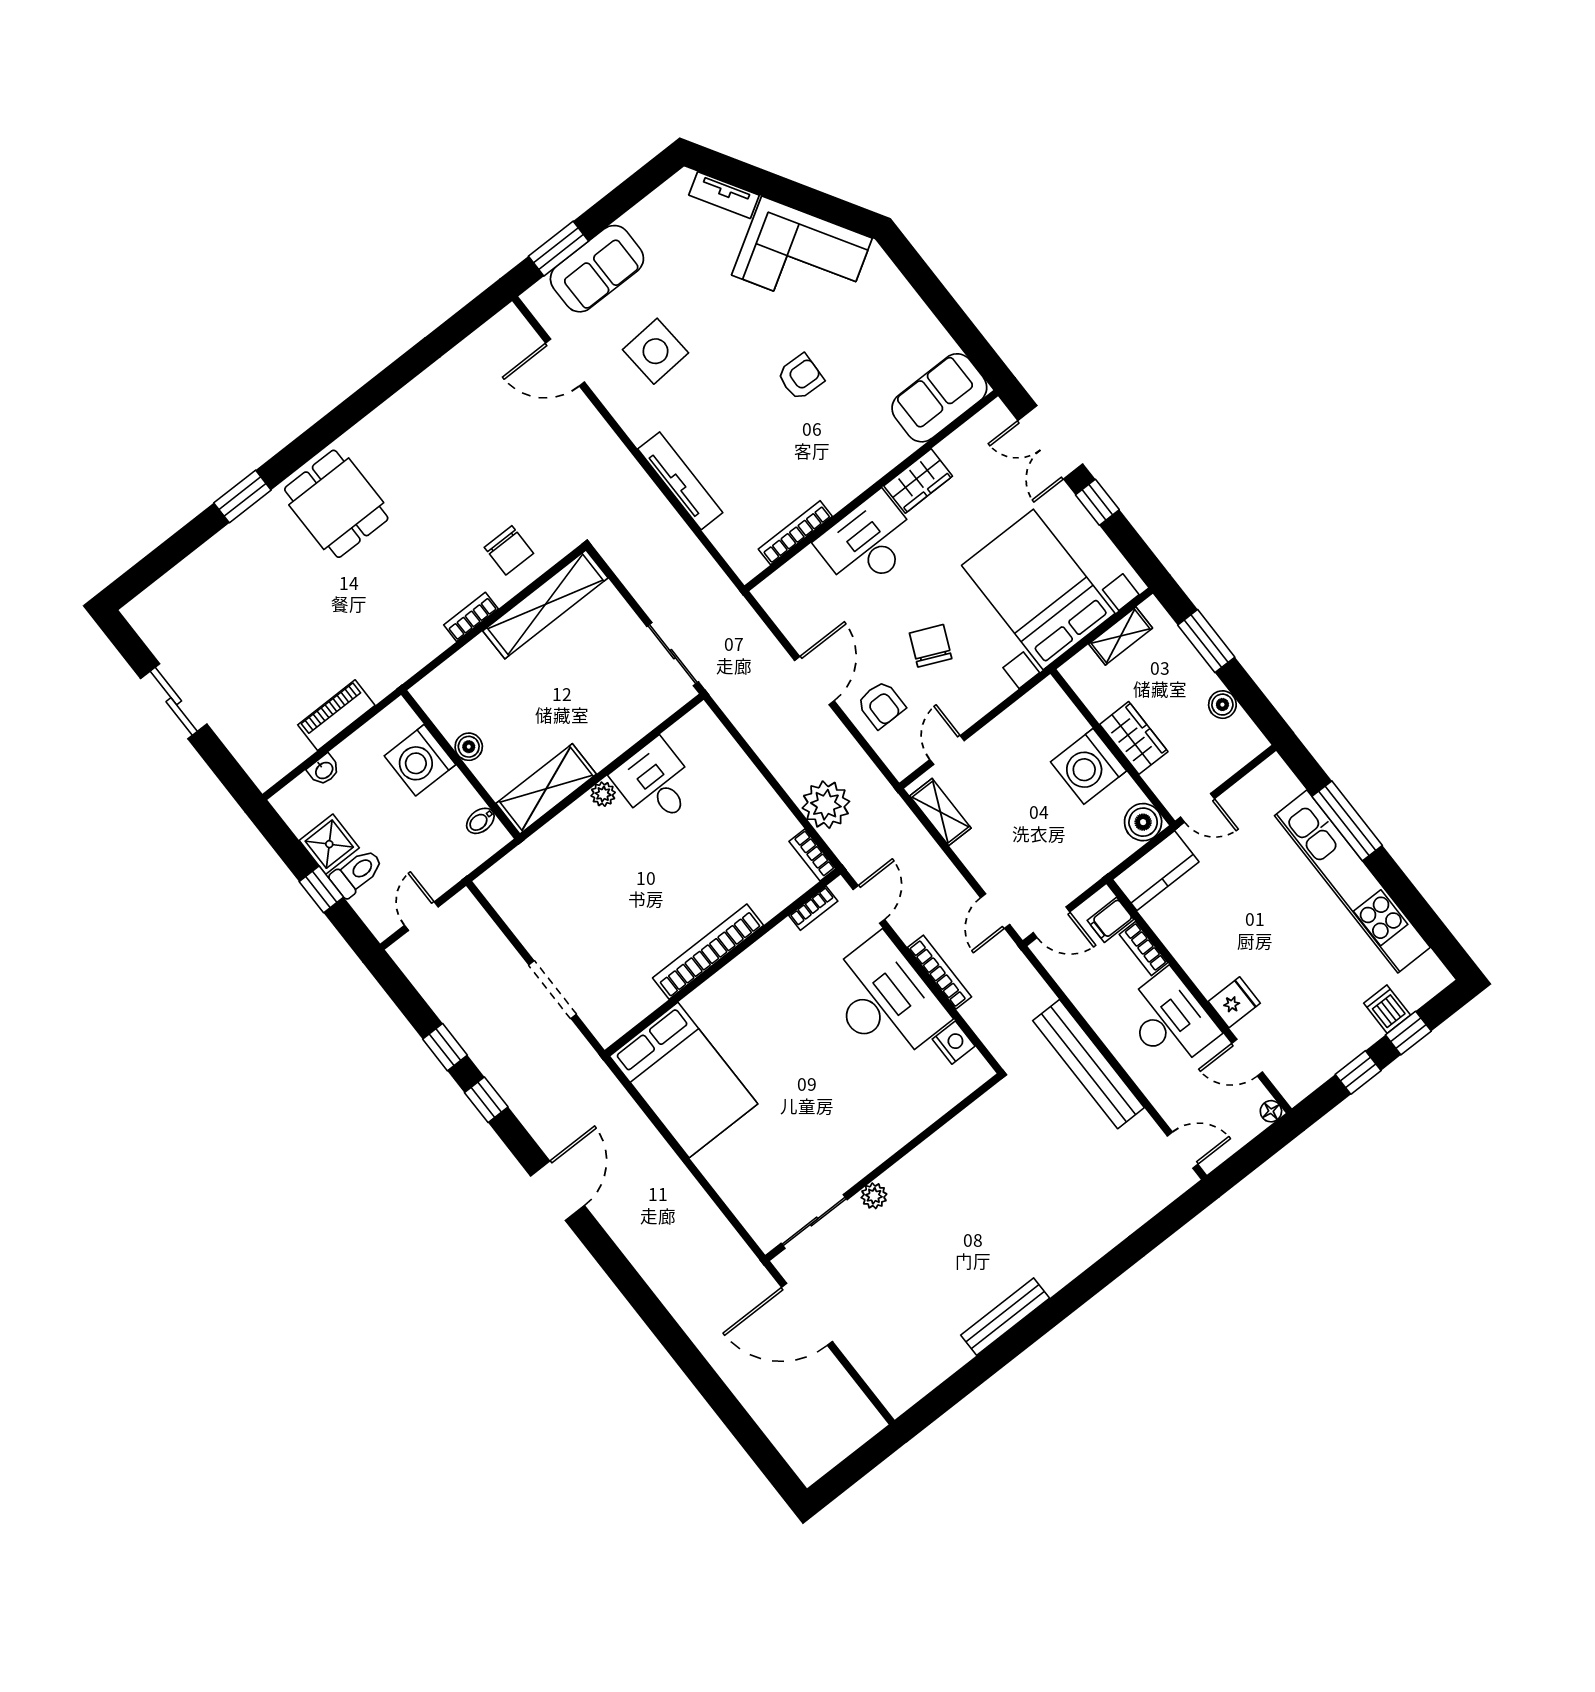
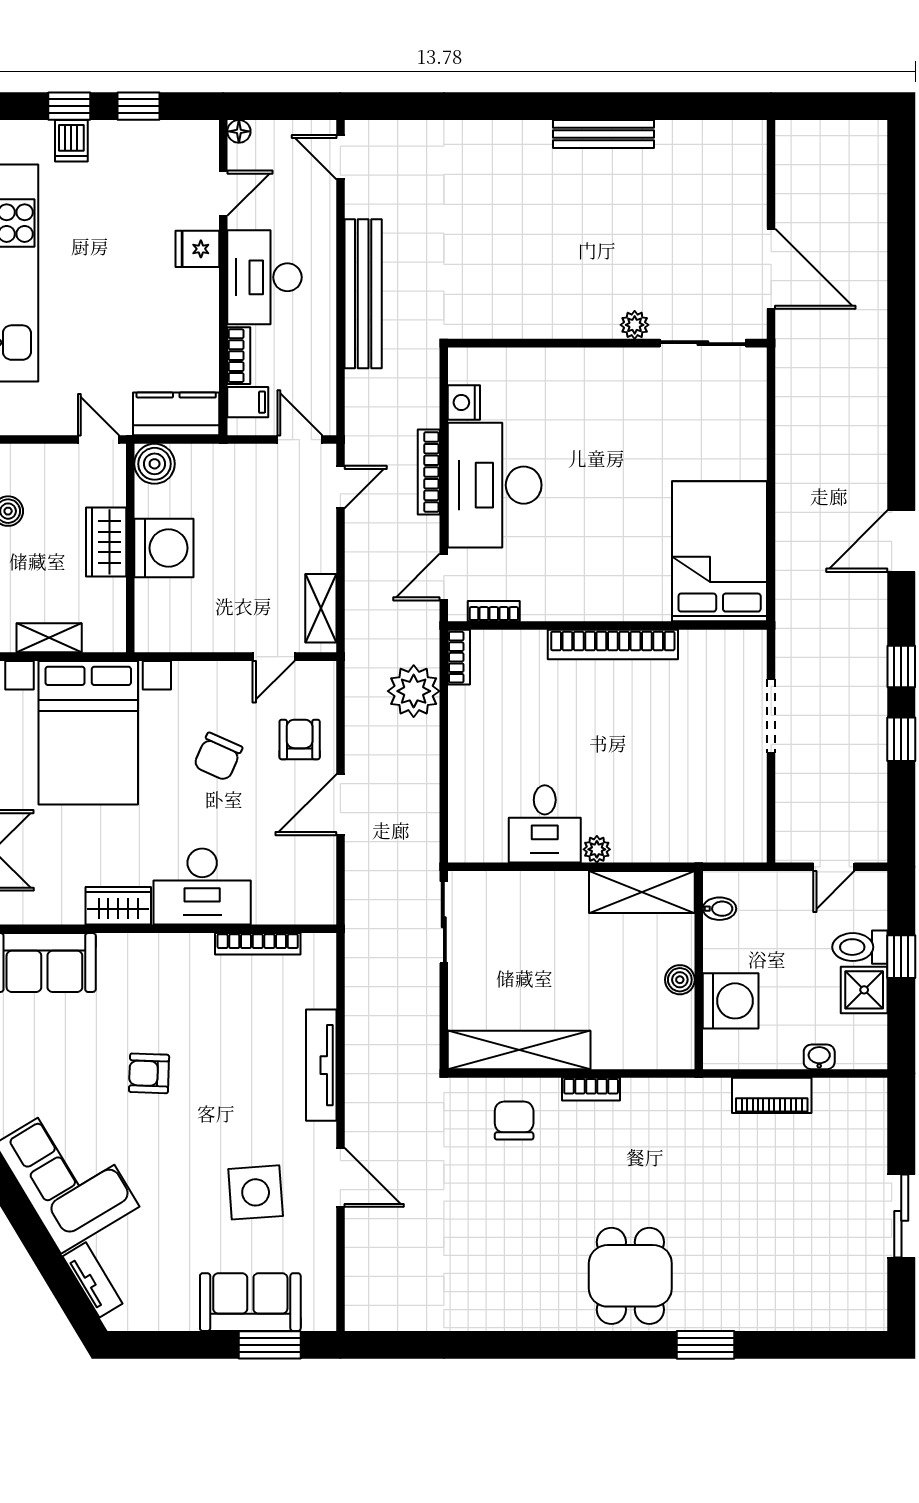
door: (565, 363) -> (340, 1177), moved
door: (1247, 1058) -> (223, 193), hinge flipped

